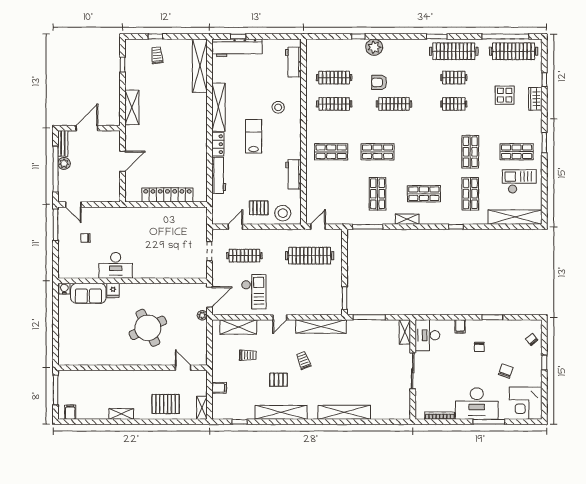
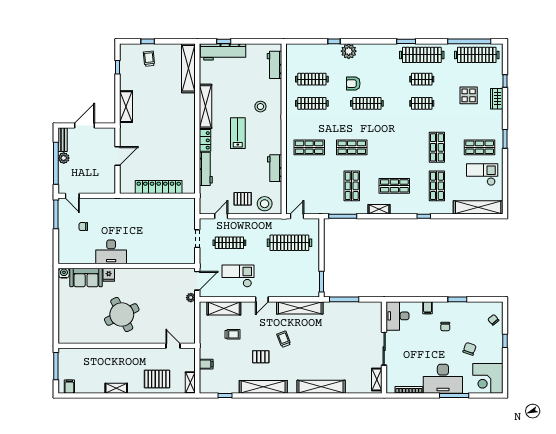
checkout: (254, 292) -> (238, 276), turned -90
round table: (148, 328) -> (122, 315), moved
shelving: (405, 332) -> (377, 379), moved

